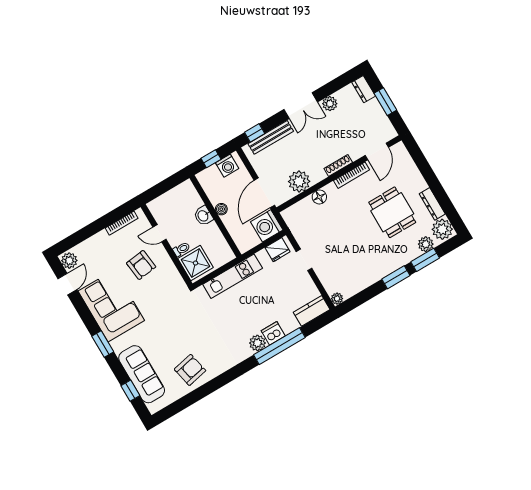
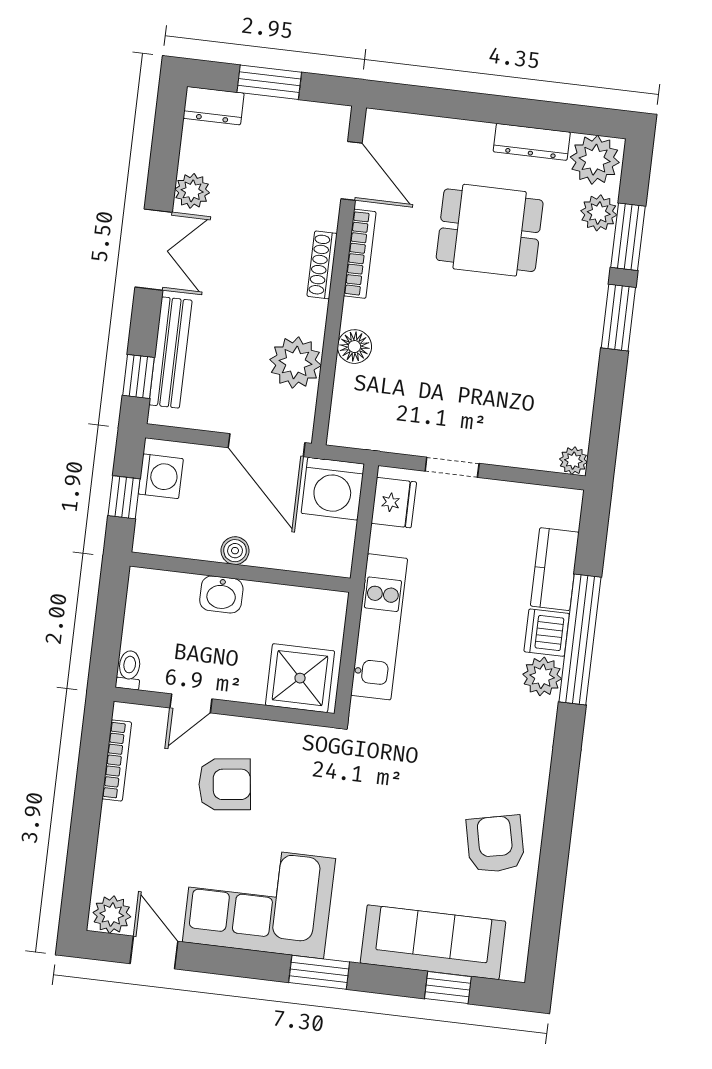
toilet: (181, 249) -> (129, 670), moved
kitchen counter: (312, 311) -> (555, 569), moved

